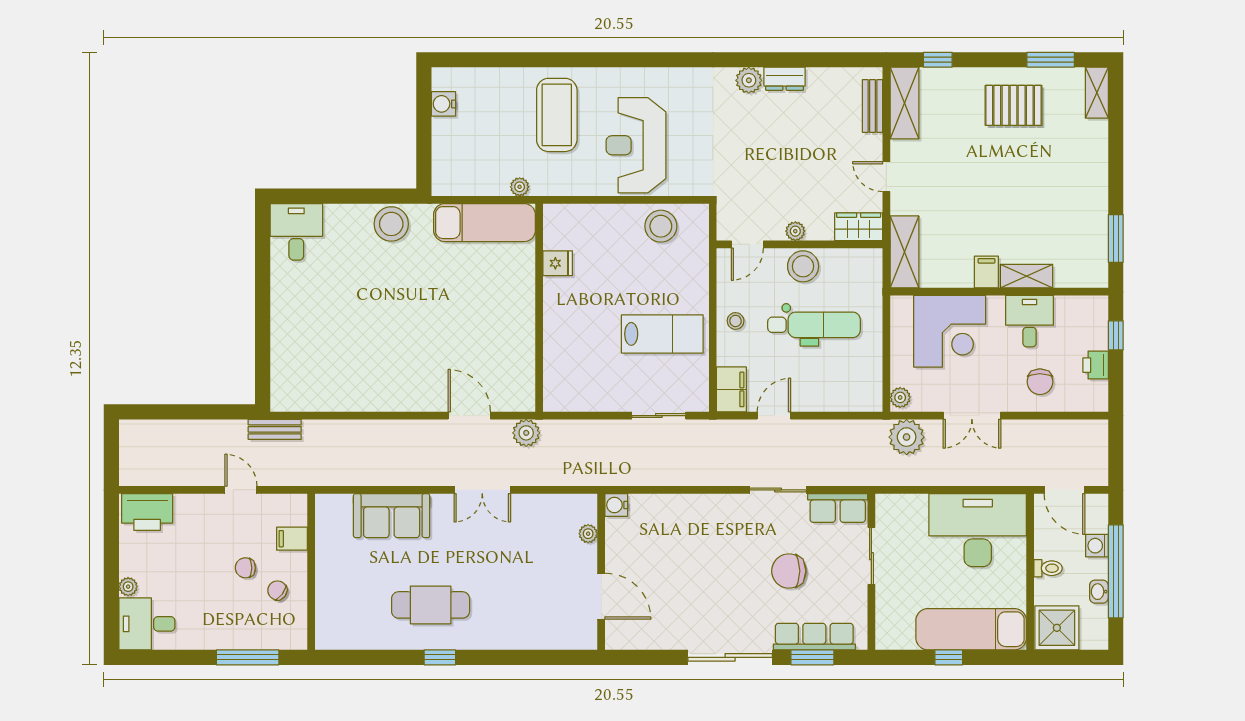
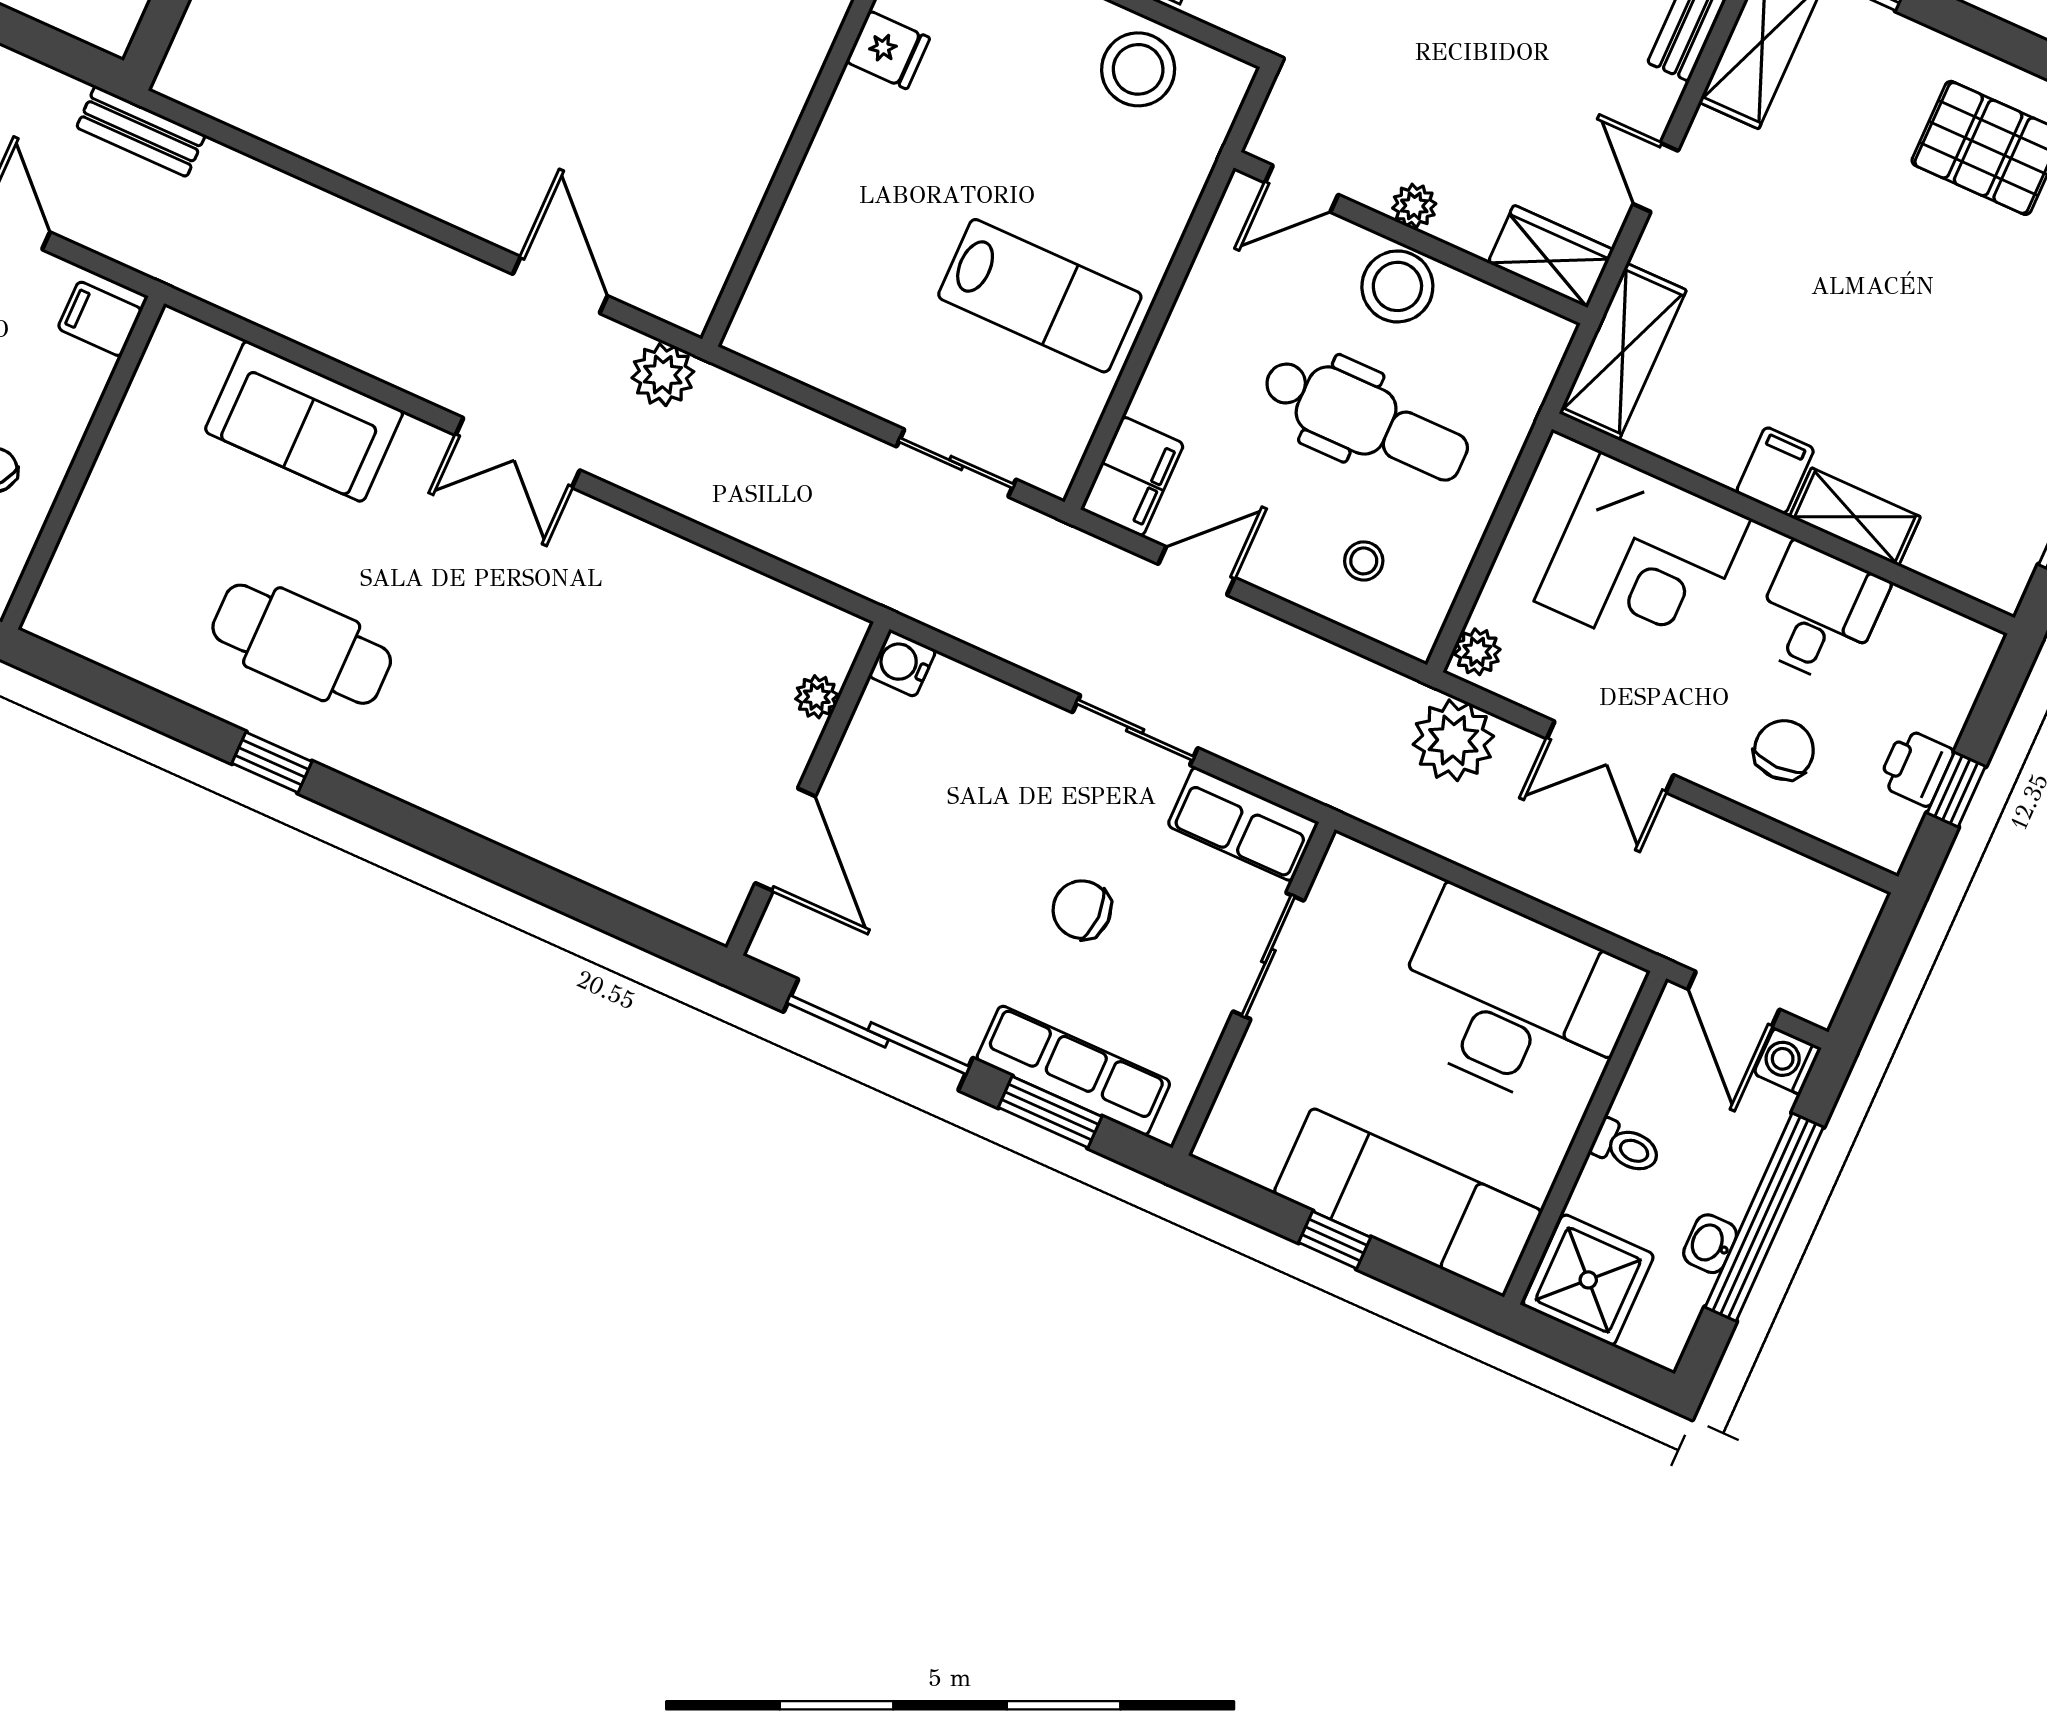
stool: (736, 321) -> (1364, 561), moved
window: (1116, 335) -> (1956, 790), moved
chair: (1040, 382) -> (1784, 750), turned 180
water cooler: (616, 505) -> (902, 663), moved
plant: (588, 534) -> (817, 697), moved
filing cabinet: (292, 539) -> (100, 319), moved
washing machine: (1097, 546) -> (1787, 1061), moved
chair: (789, 571) -> (1082, 910), width x0.73, depth x0.73
wall: (601, 572) -> (808, 789), moved
door: (601, 596) -> (785, 840), moved

